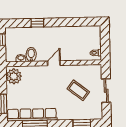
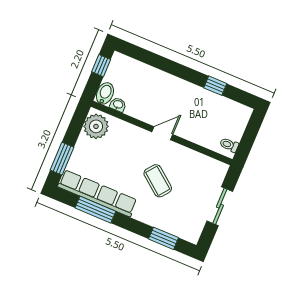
window: (37, 23) -> (215, 86), moved
bidet: (31, 54) -> (105, 93), moved
coffee table: (78, 90) -> (158, 181), moved

